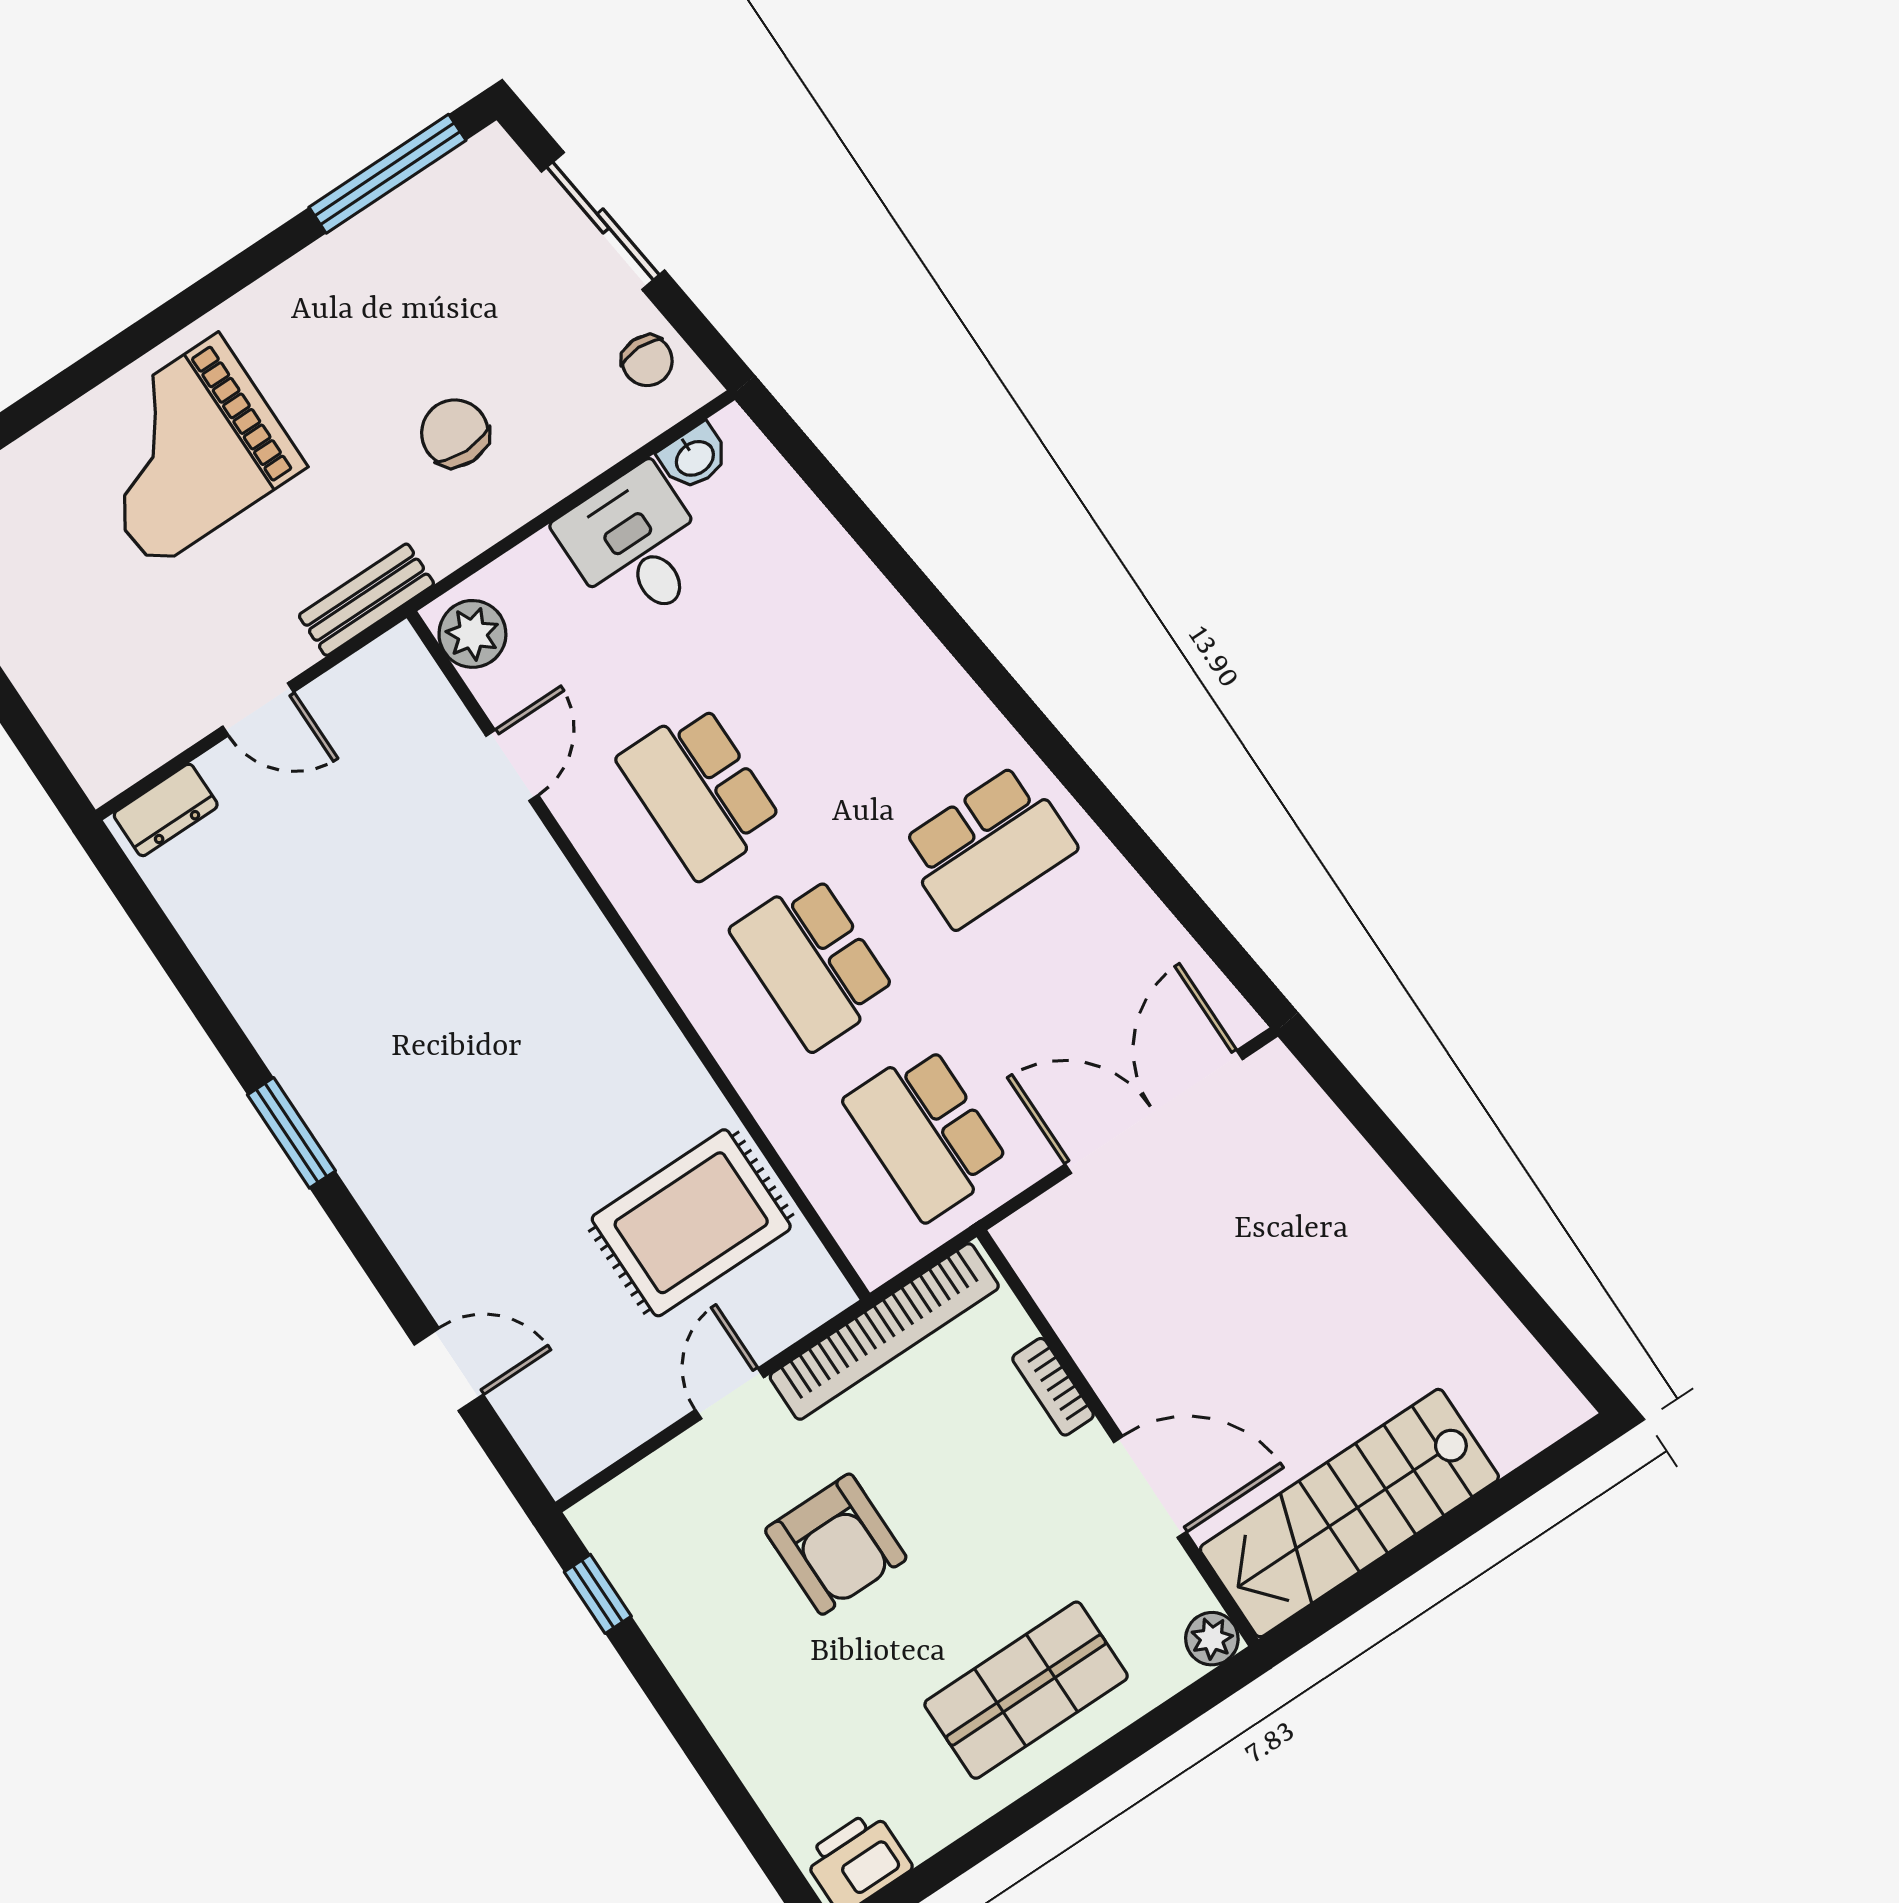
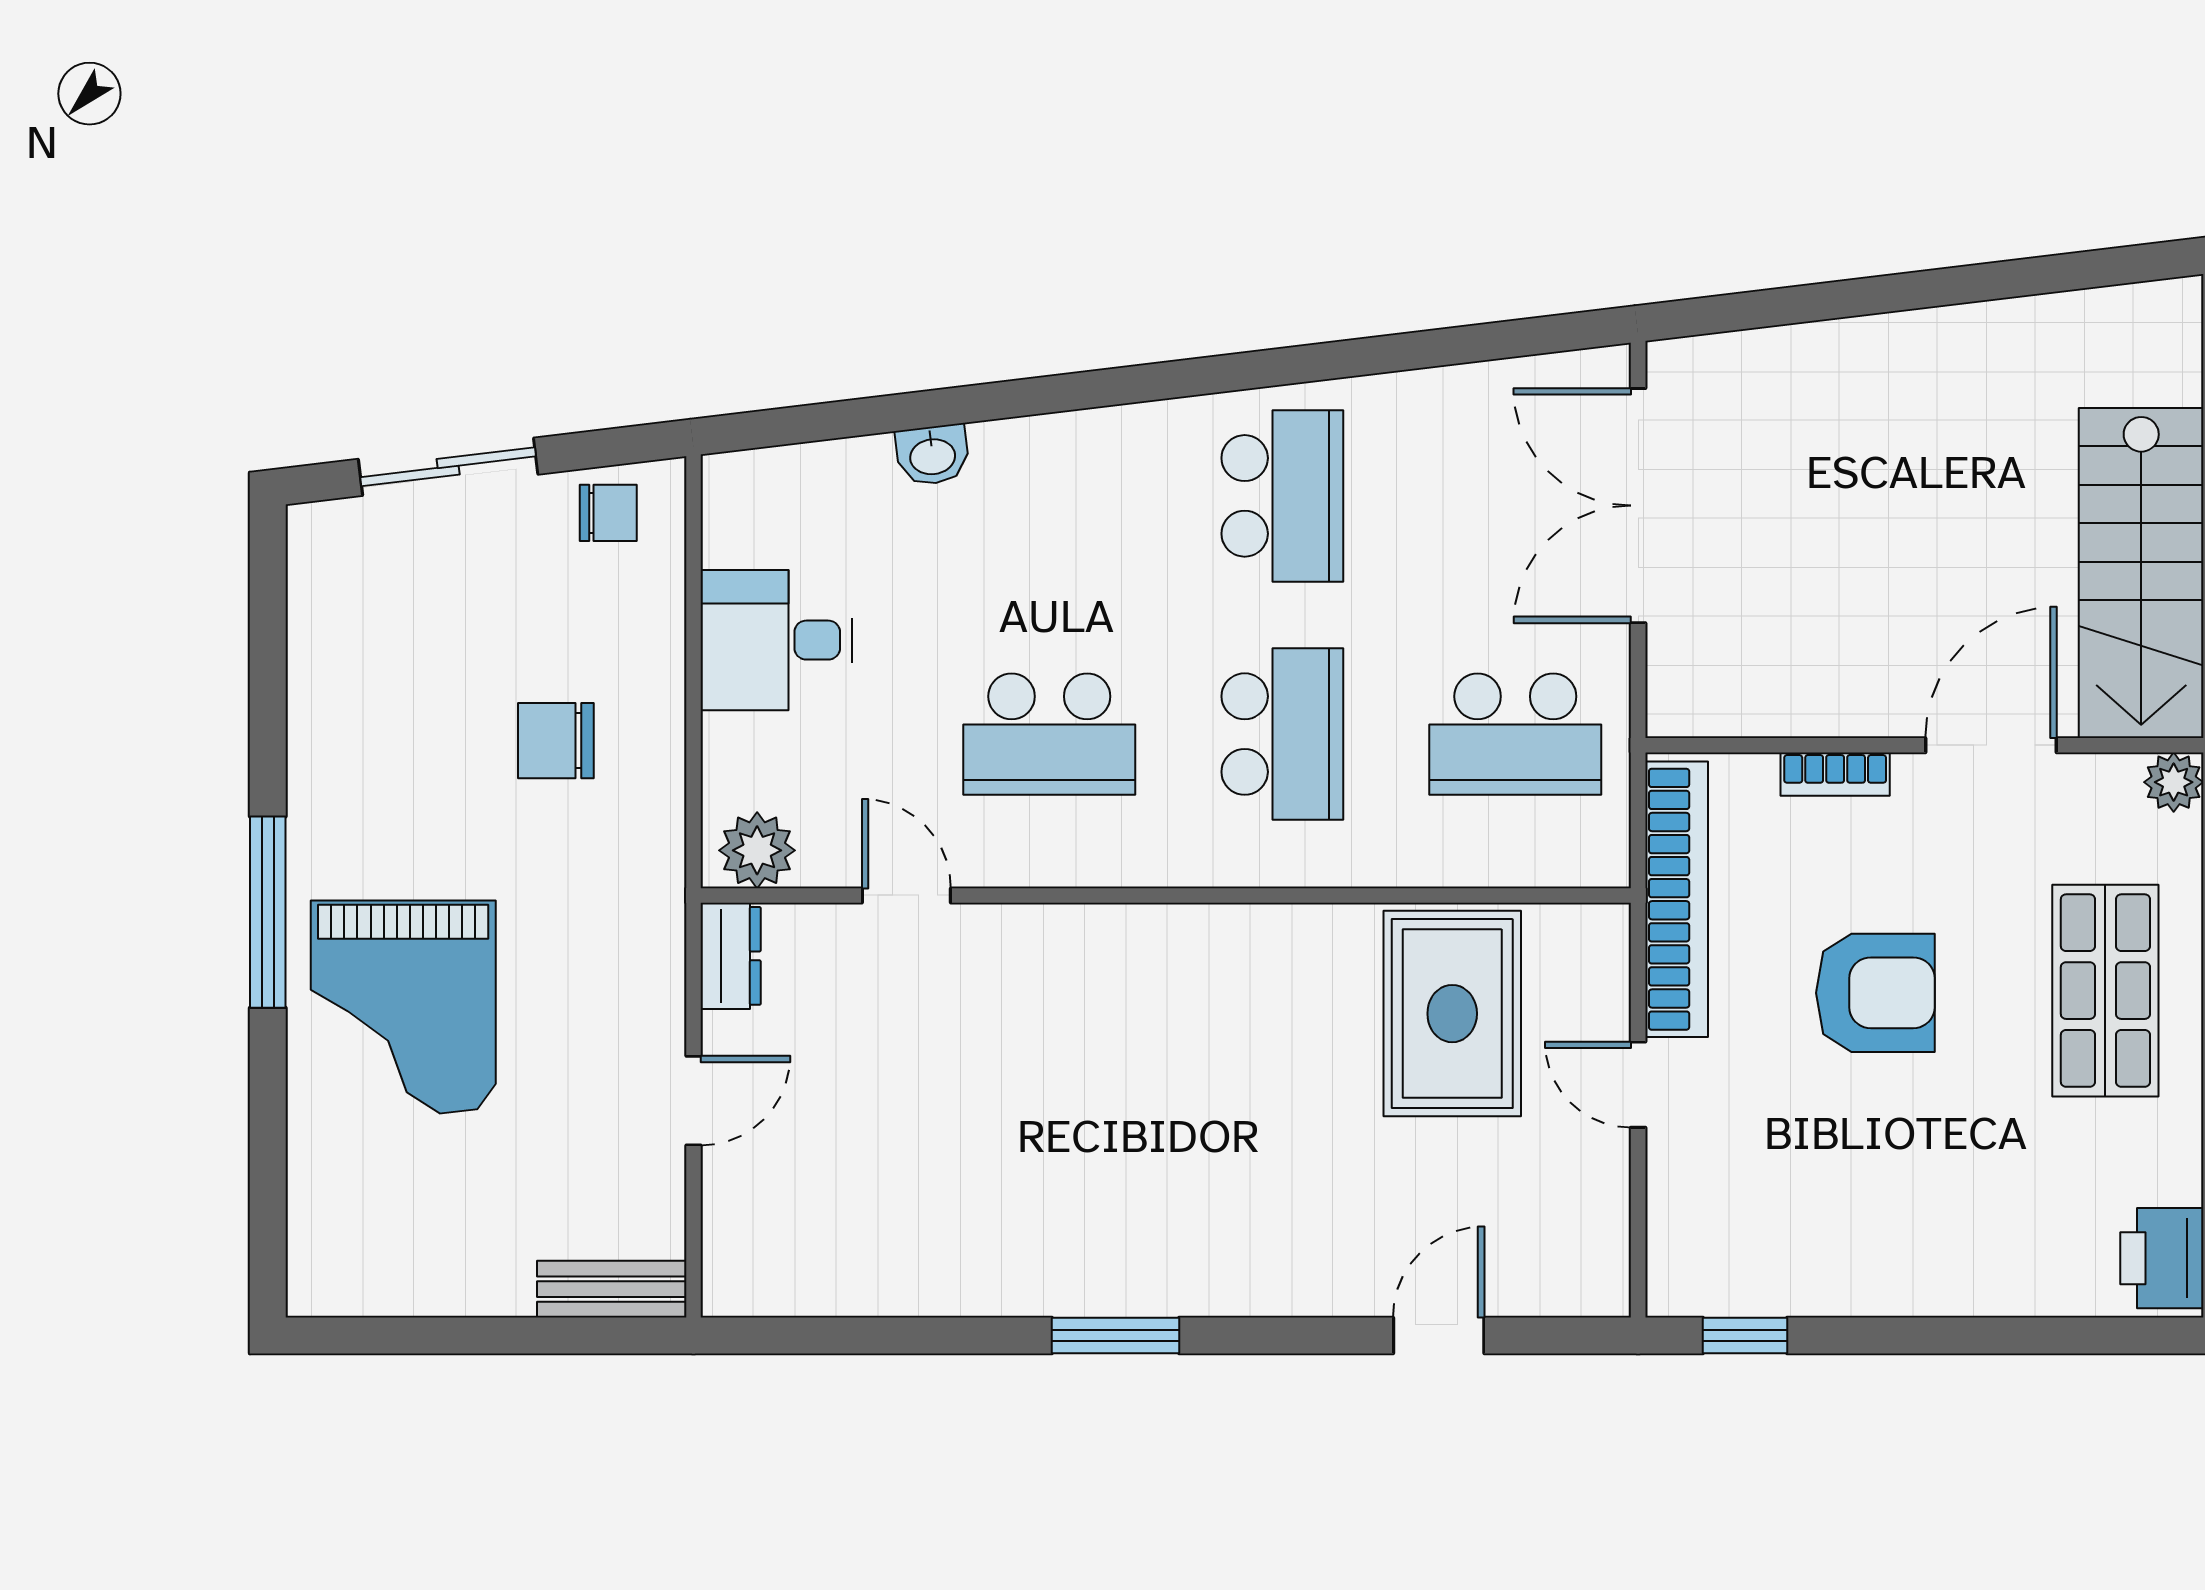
window: (387, 174) -> (268, 912), moved
washbasin: (694, 457) -> (932, 455), moved, turned 83
bench: (366, 600) -> (612, 1289), moved, turned 90
dresser: (166, 810) -> (731, 956), moved
school desk: (813, 962) -> (1282, 734), turned -90
armchair: (836, 1544) -> (1875, 993), moved

